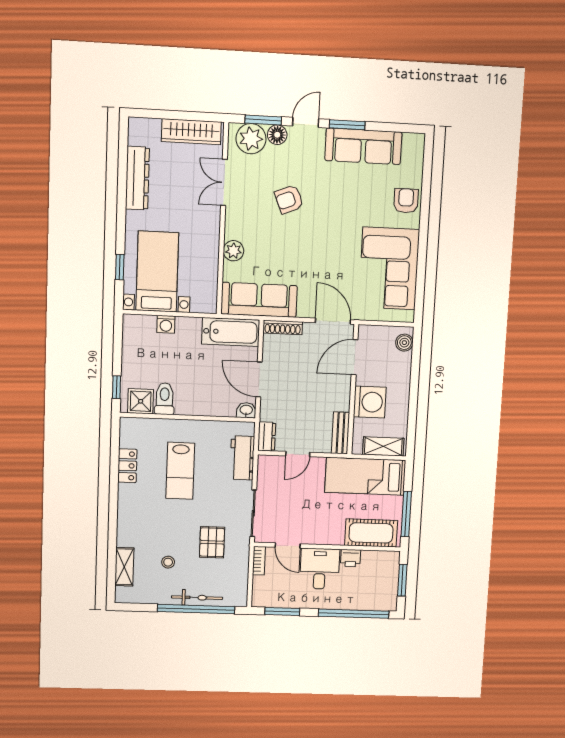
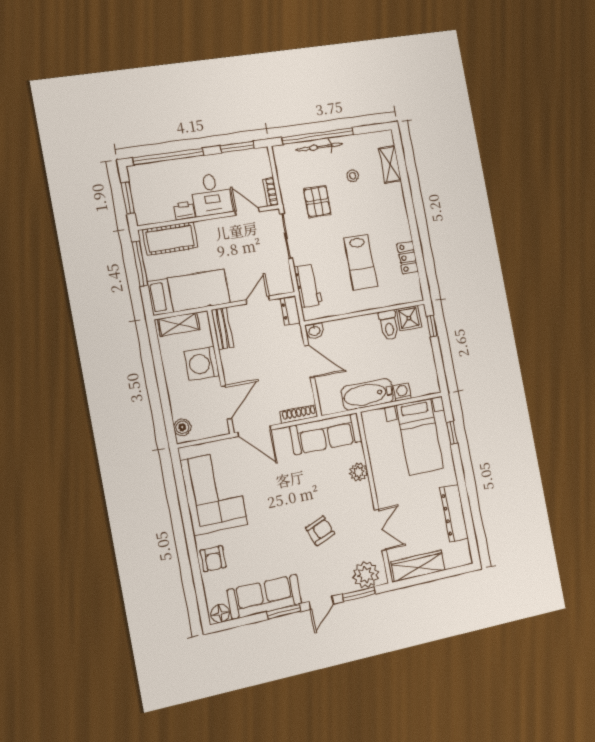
floor lamp: (277, 135) -> (220, 613), moved
bathtub: (231, 332) -> (368, 394), moved
lab bench: (180, 471) -> (361, 262), turned 180

